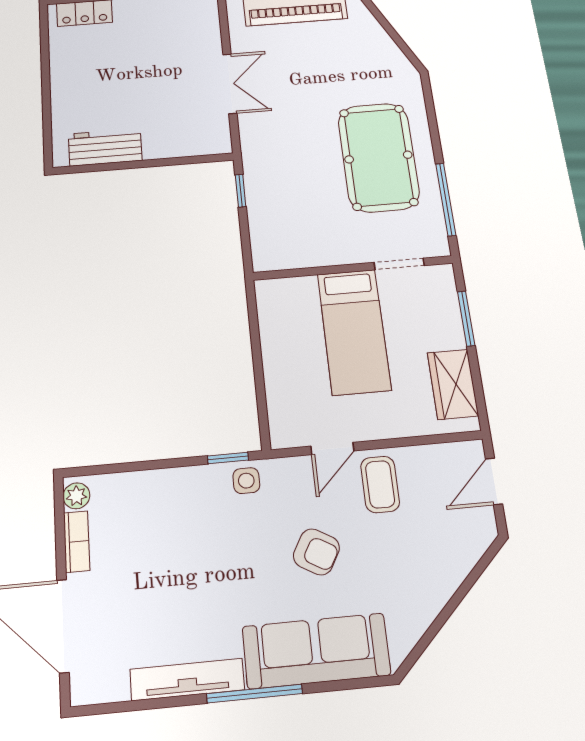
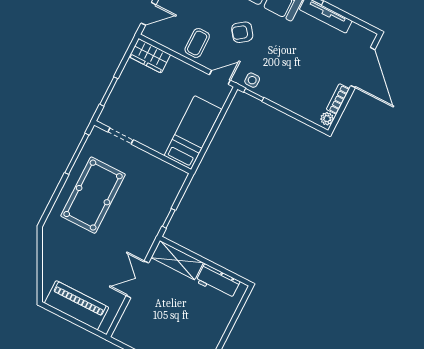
shelving: (188, 141) -> (177, 260), added
bed: (354, 331) -> (193, 132), moved
wardrobe: (453, 384) -> (150, 56), moved, turned 90
door: (332, 449) -> (220, 77), moved
armchair: (316, 552) -> (242, 32), turned -66

